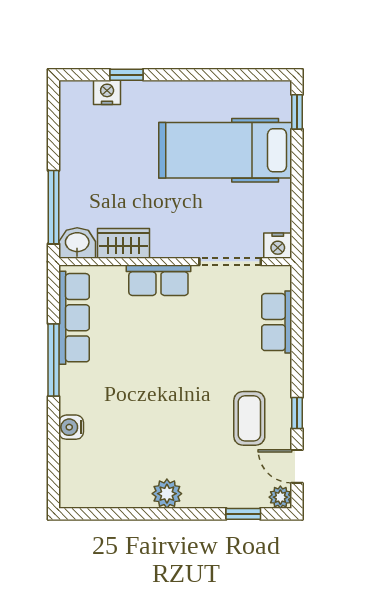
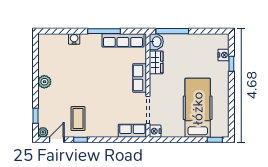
row of seats: (277, 322) -> (132, 131), moved
coffee table: (249, 418) -> (78, 119), turned 90

